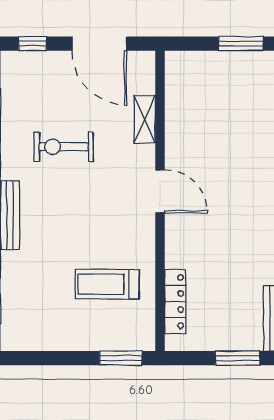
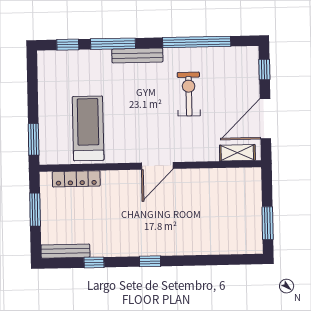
shelving: (145, 119) -> (237, 153), moved
treadmill: (107, 284) -> (88, 128), width x1.37, depth x1.38
window: (238, 358) -> (35, 210), moved

